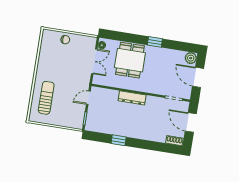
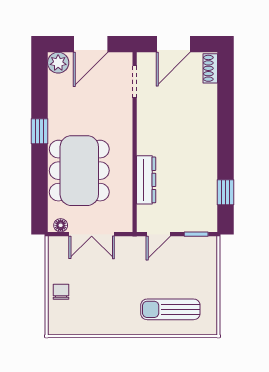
dining table: (130, 60) -> (79, 171), width x1.37
double door: (94, 61) -> (92, 234), swing flipped
door: (88, 98) -> (158, 234), hinge flipped
dresser: (132, 98) -> (146, 180), moved
window: (119, 140) -> (225, 192), moved

